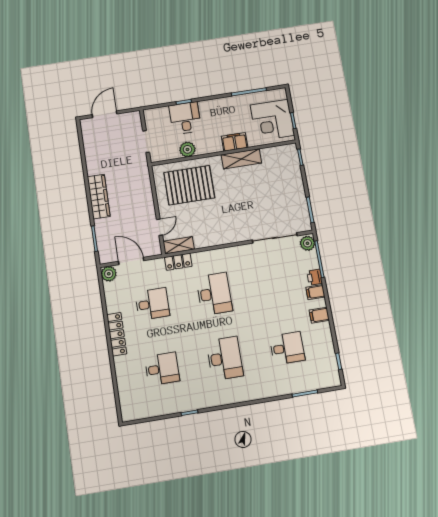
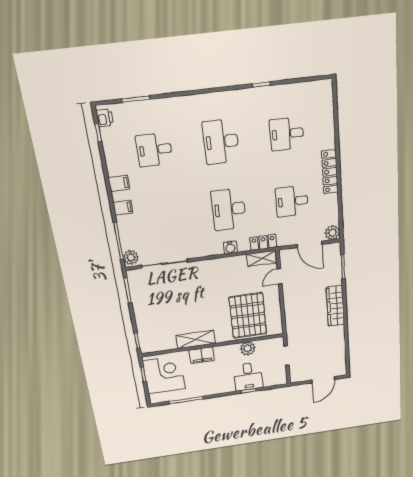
pallet: (189, 185) -> (248, 315), turned 90
water cooler: (211, 256) -> (230, 247), added
printer: (315, 277) -> (105, 118), moved

